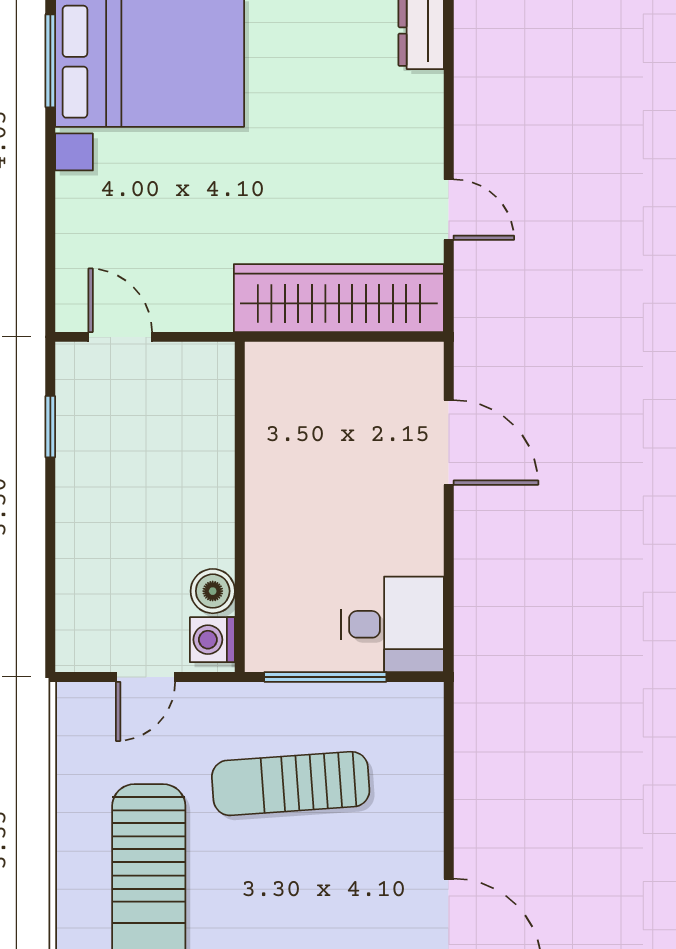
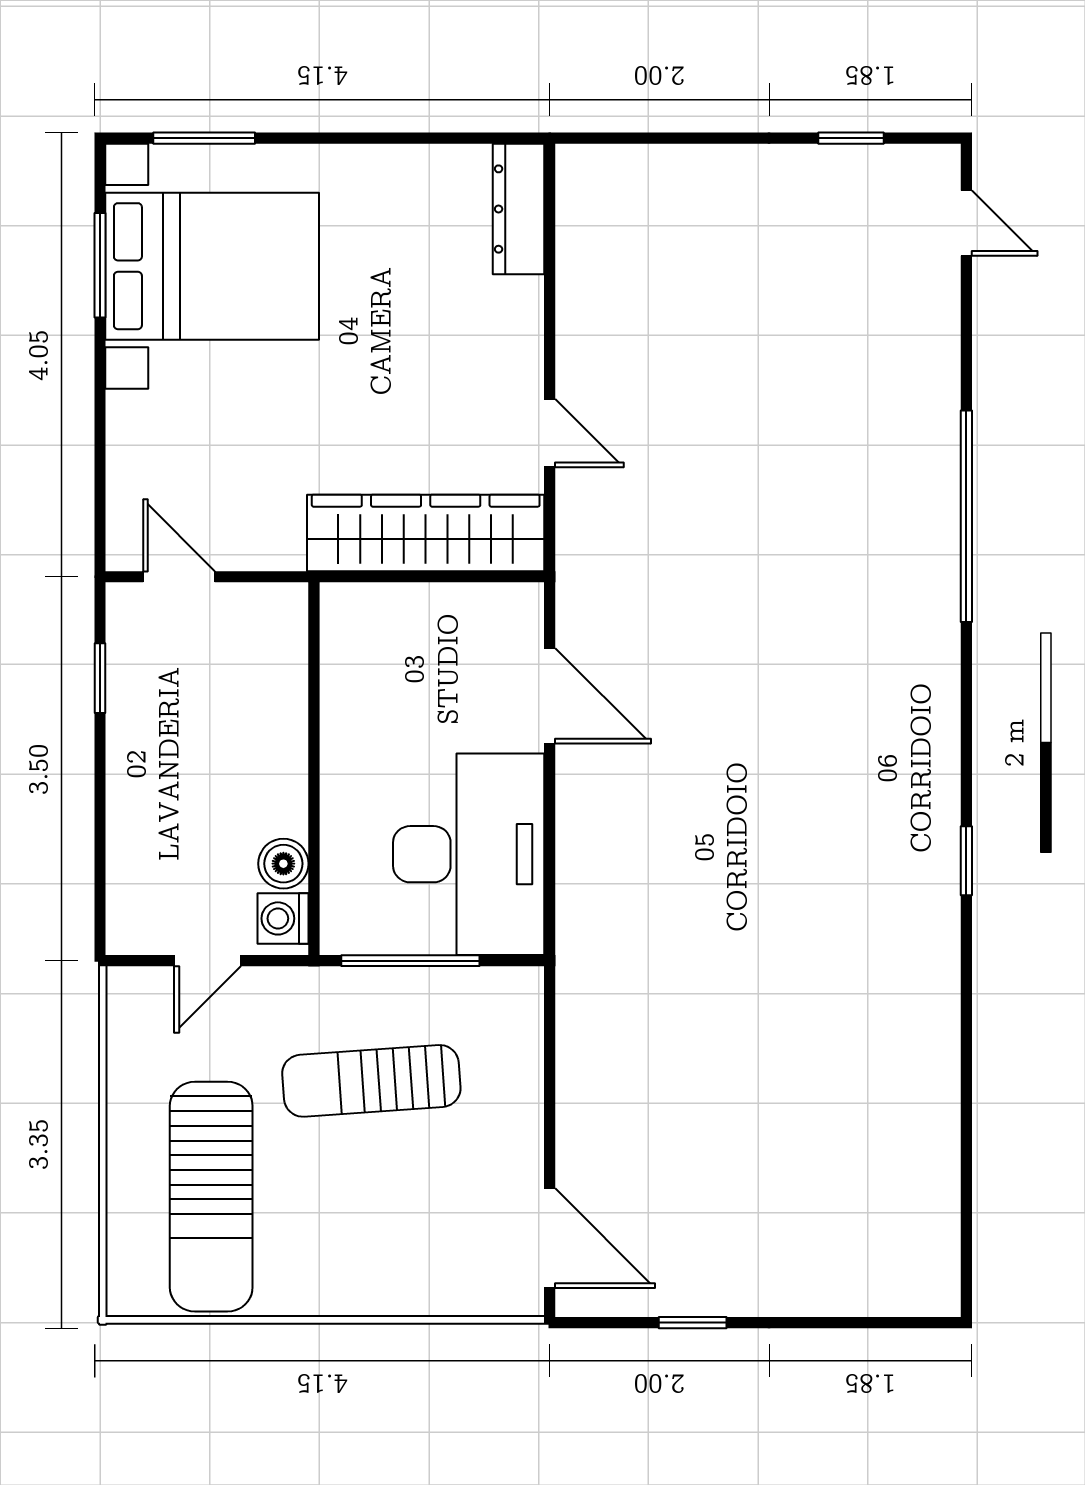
desk: (392, 624) -> (469, 854), width x1.87, depth x1.30

